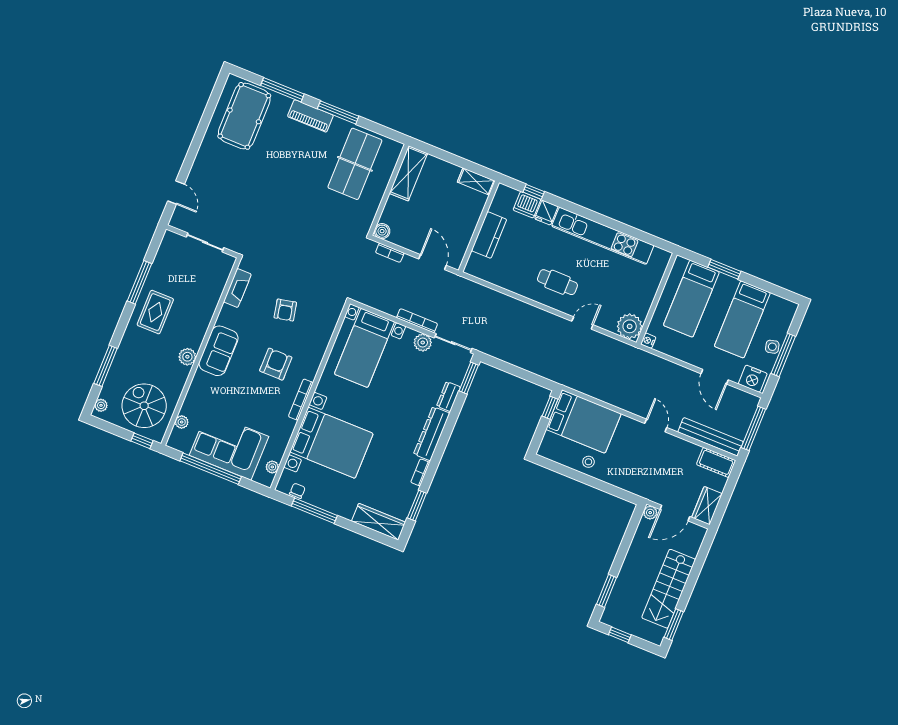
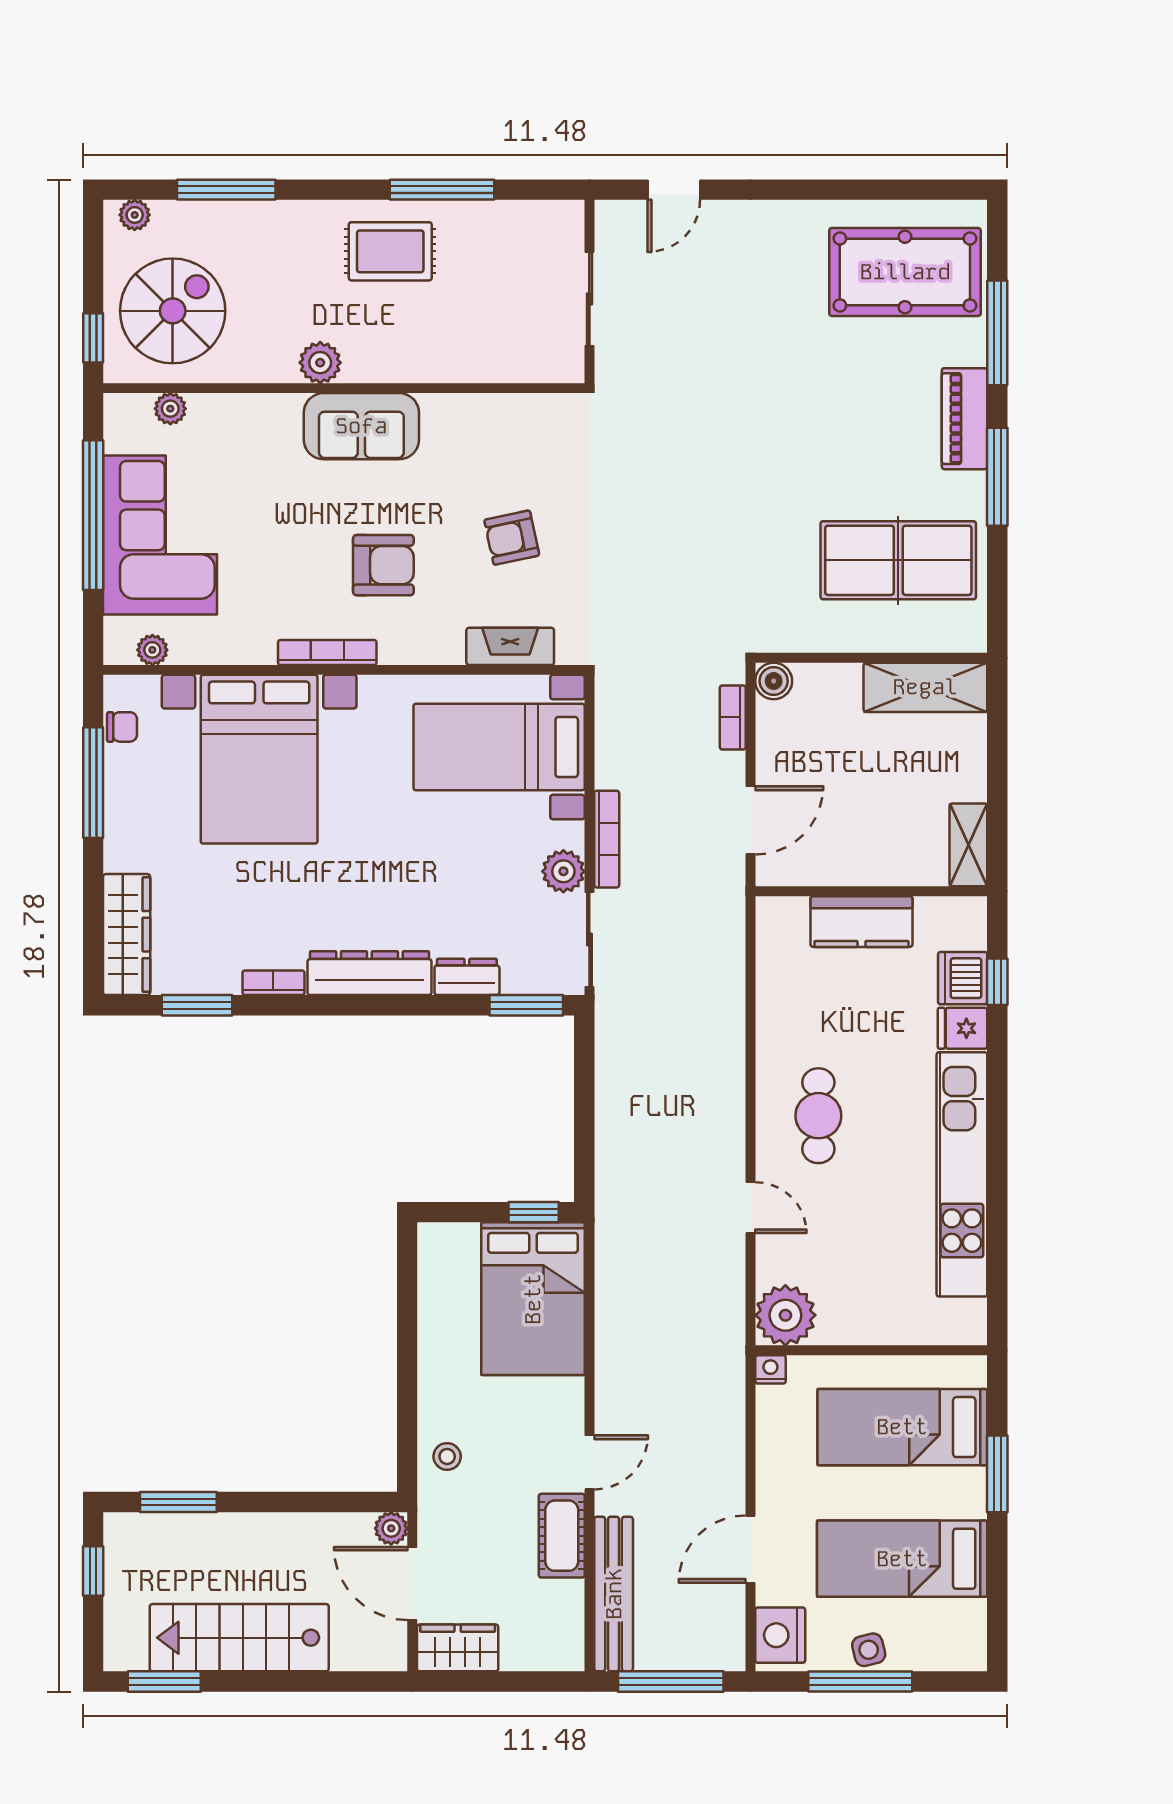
fireplace: (237, 288) -> (510, 646), moved, turned 180
stool: (588, 462) -> (447, 1456), moved
cot: (716, 462) -> (562, 1536), moved

